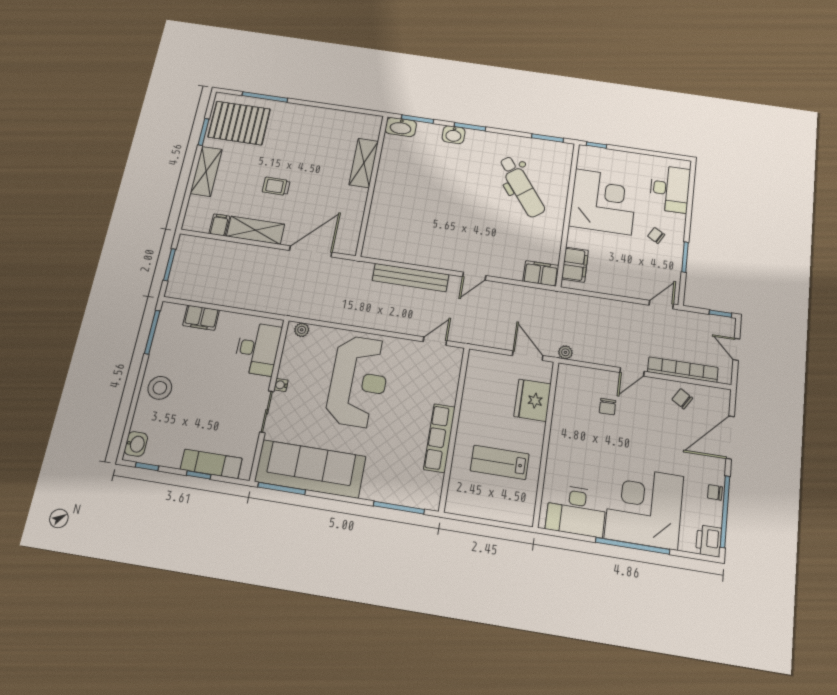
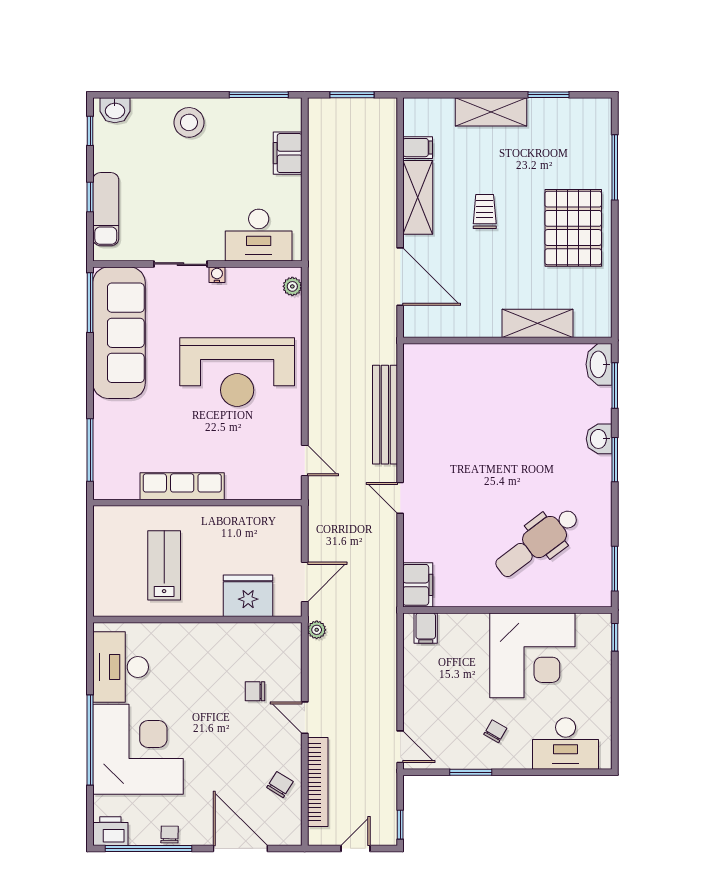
pallet: (239, 123) -> (573, 228), moved
filing cabinet: (575, 265) -> (426, 628), width x0.50

